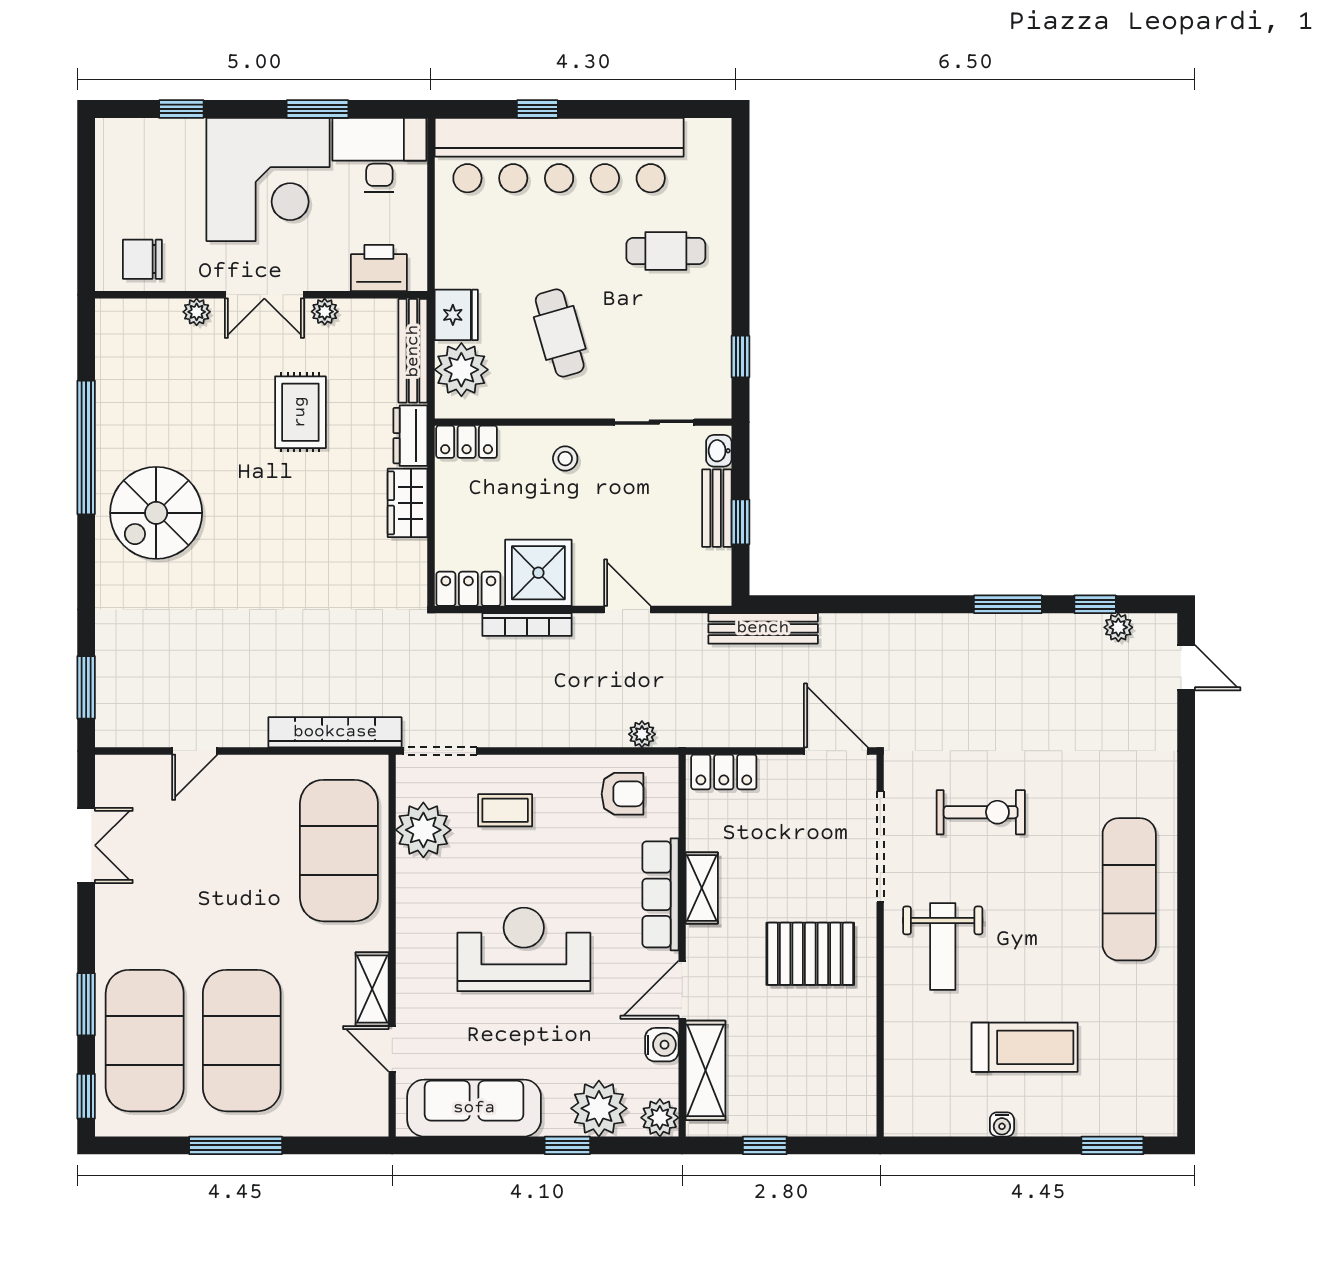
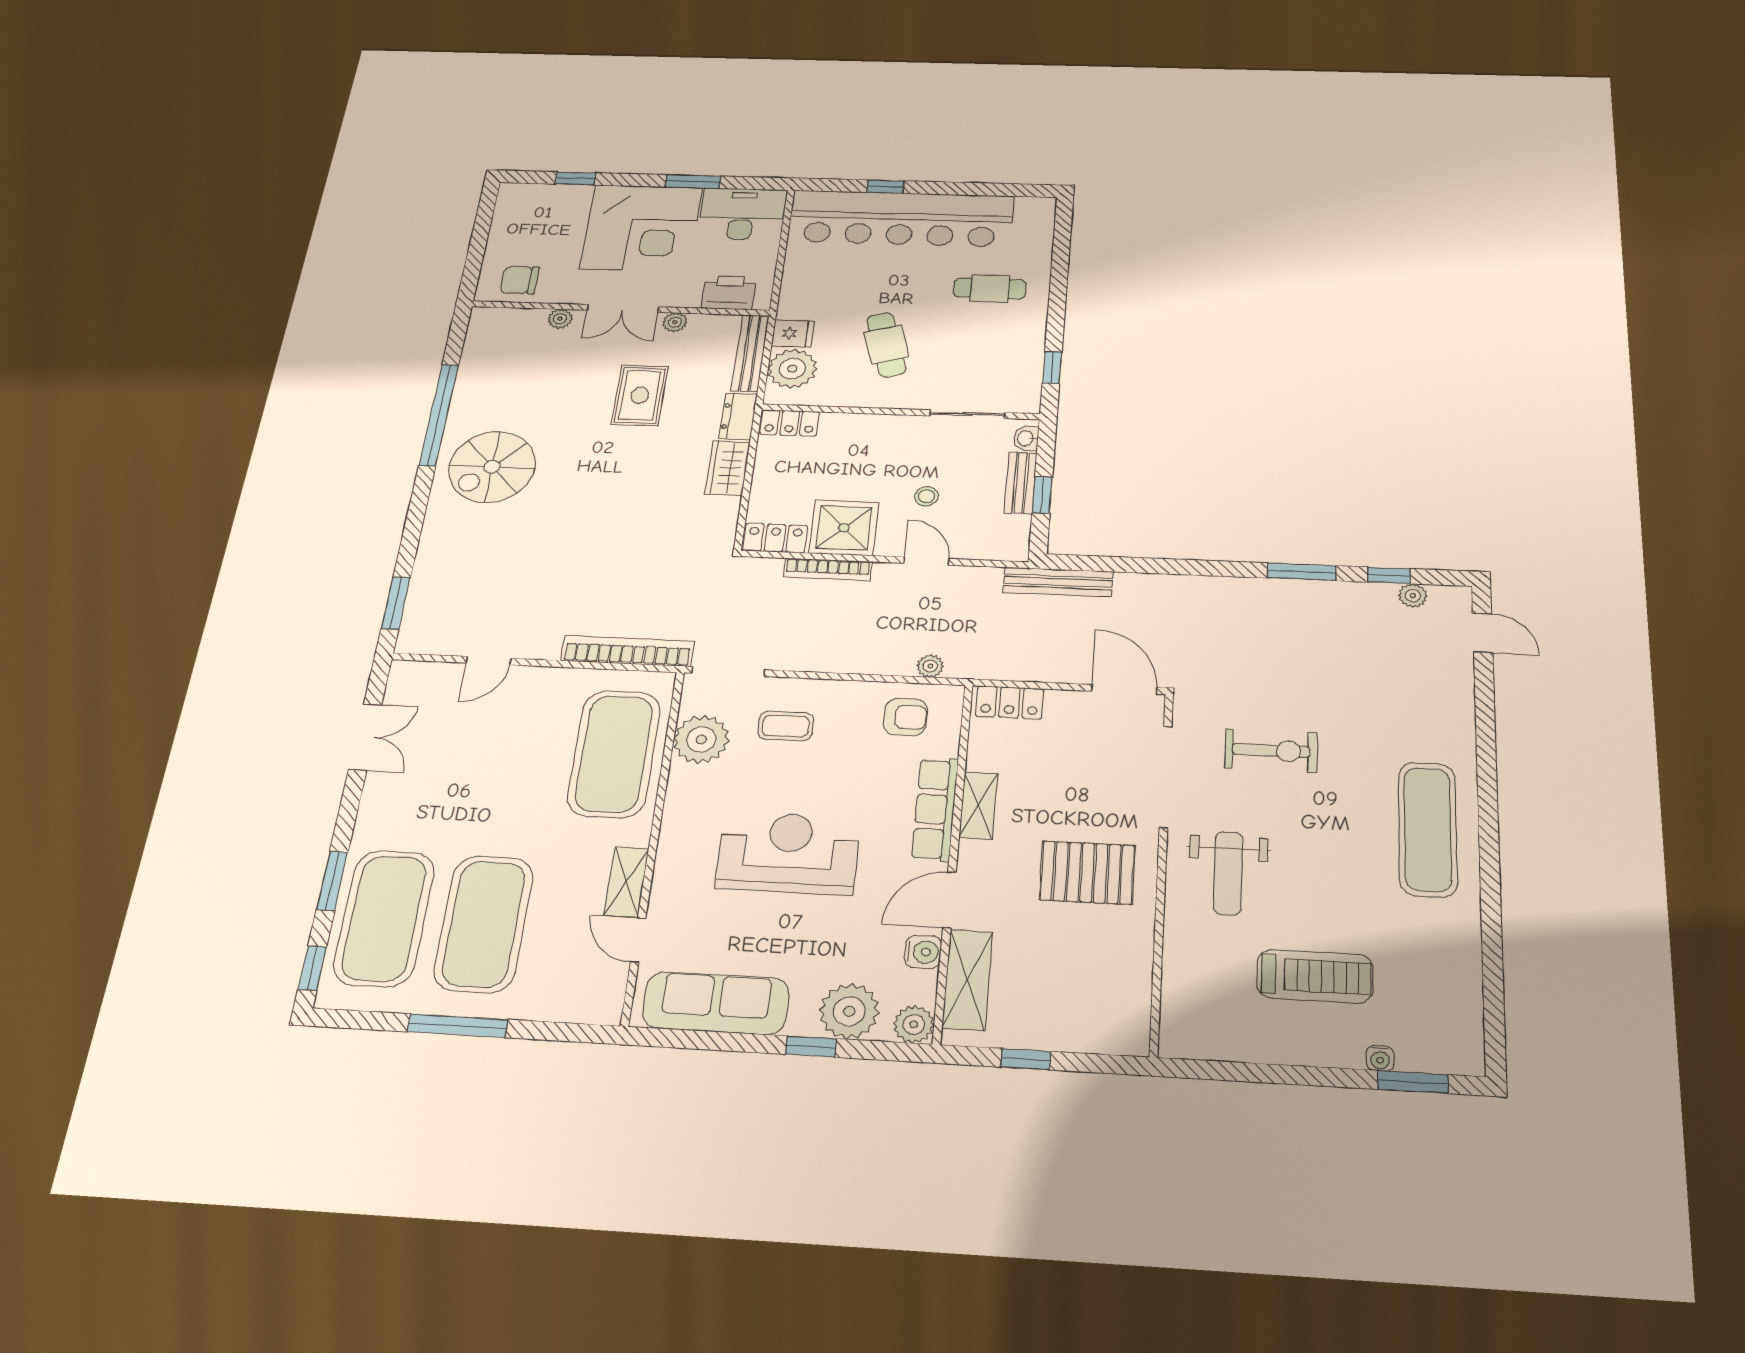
fridge: (456, 315) -> (793, 333), width x0.72
stool: (565, 459) -> (926, 496), moved
water cooler: (1002, 1124) -> (1380, 1058), moved

